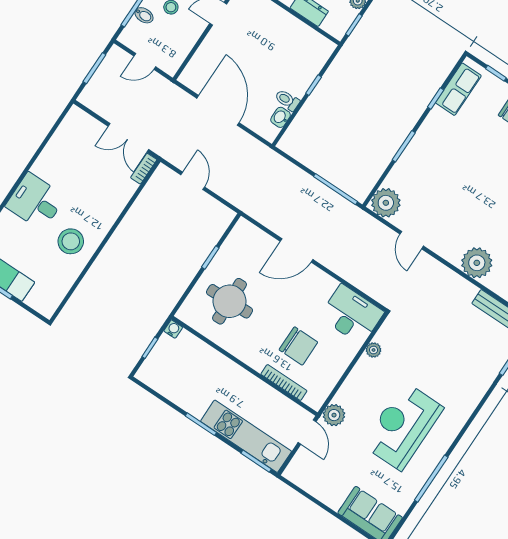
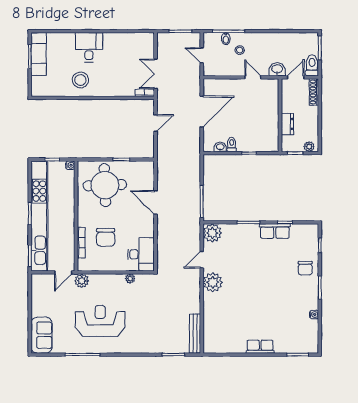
row of seats: (458, 89) -> (275, 231), moved
plant: (477, 263) -> (213, 282), moved
round table: (230, 301) -> (105, 185), width x1.36, depth x1.36
kitchen unit: (246, 436) -> (39, 216), width x1.86

